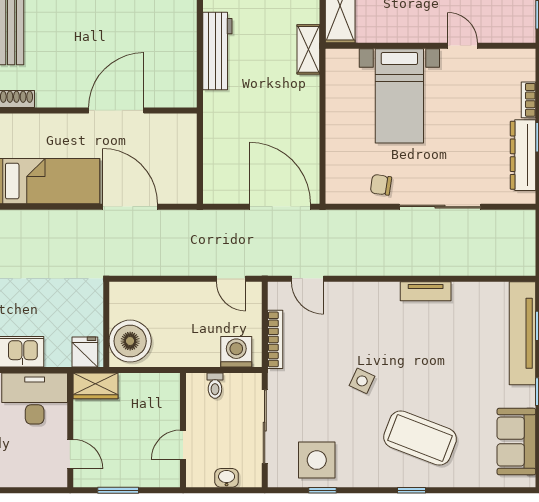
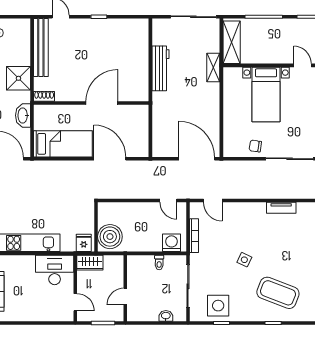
wall: (183, 430) -> (125, 288), moved
door: (183, 445) -> (125, 297), moved

